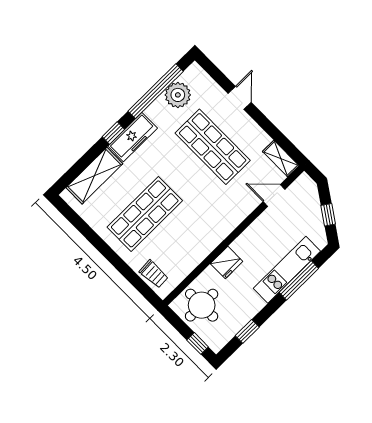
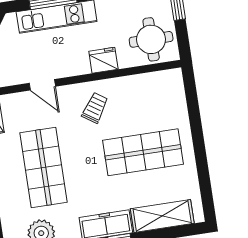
door: (274, 196) -> (42, 85), moved
trolley: (154, 274) -> (95, 108), moved, turned 37

